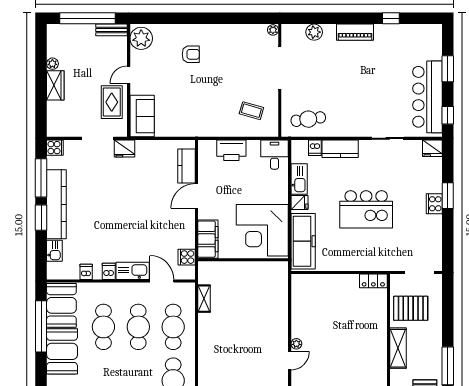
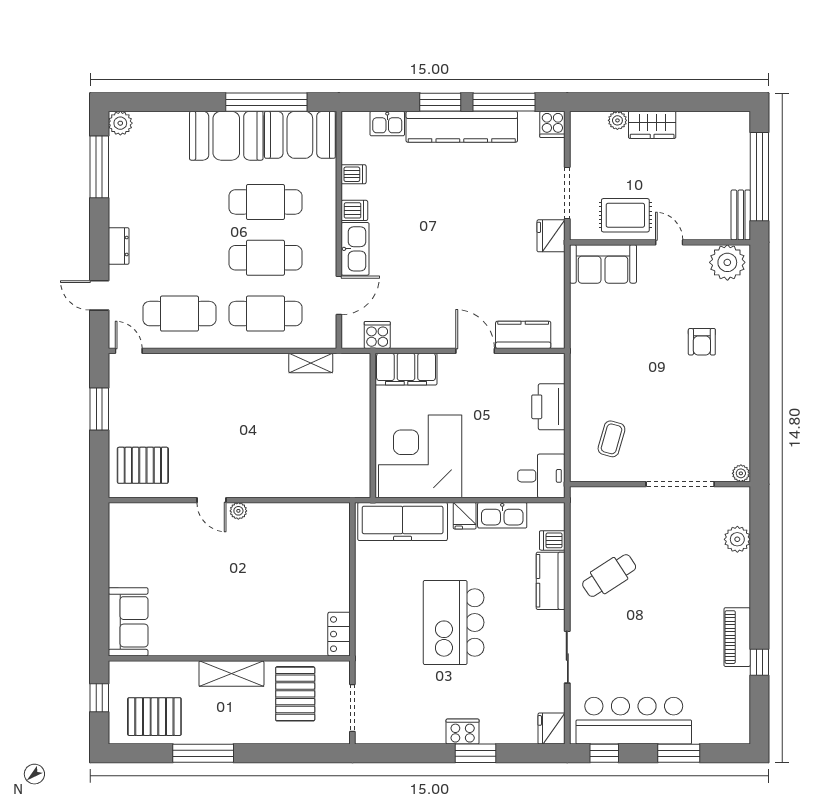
piano: (355, 32) -> (737, 637), moved
plant: (52, 64) -> (617, 120), moved
cafe table: (308, 119) -> (609, 576), moved, turned 65

